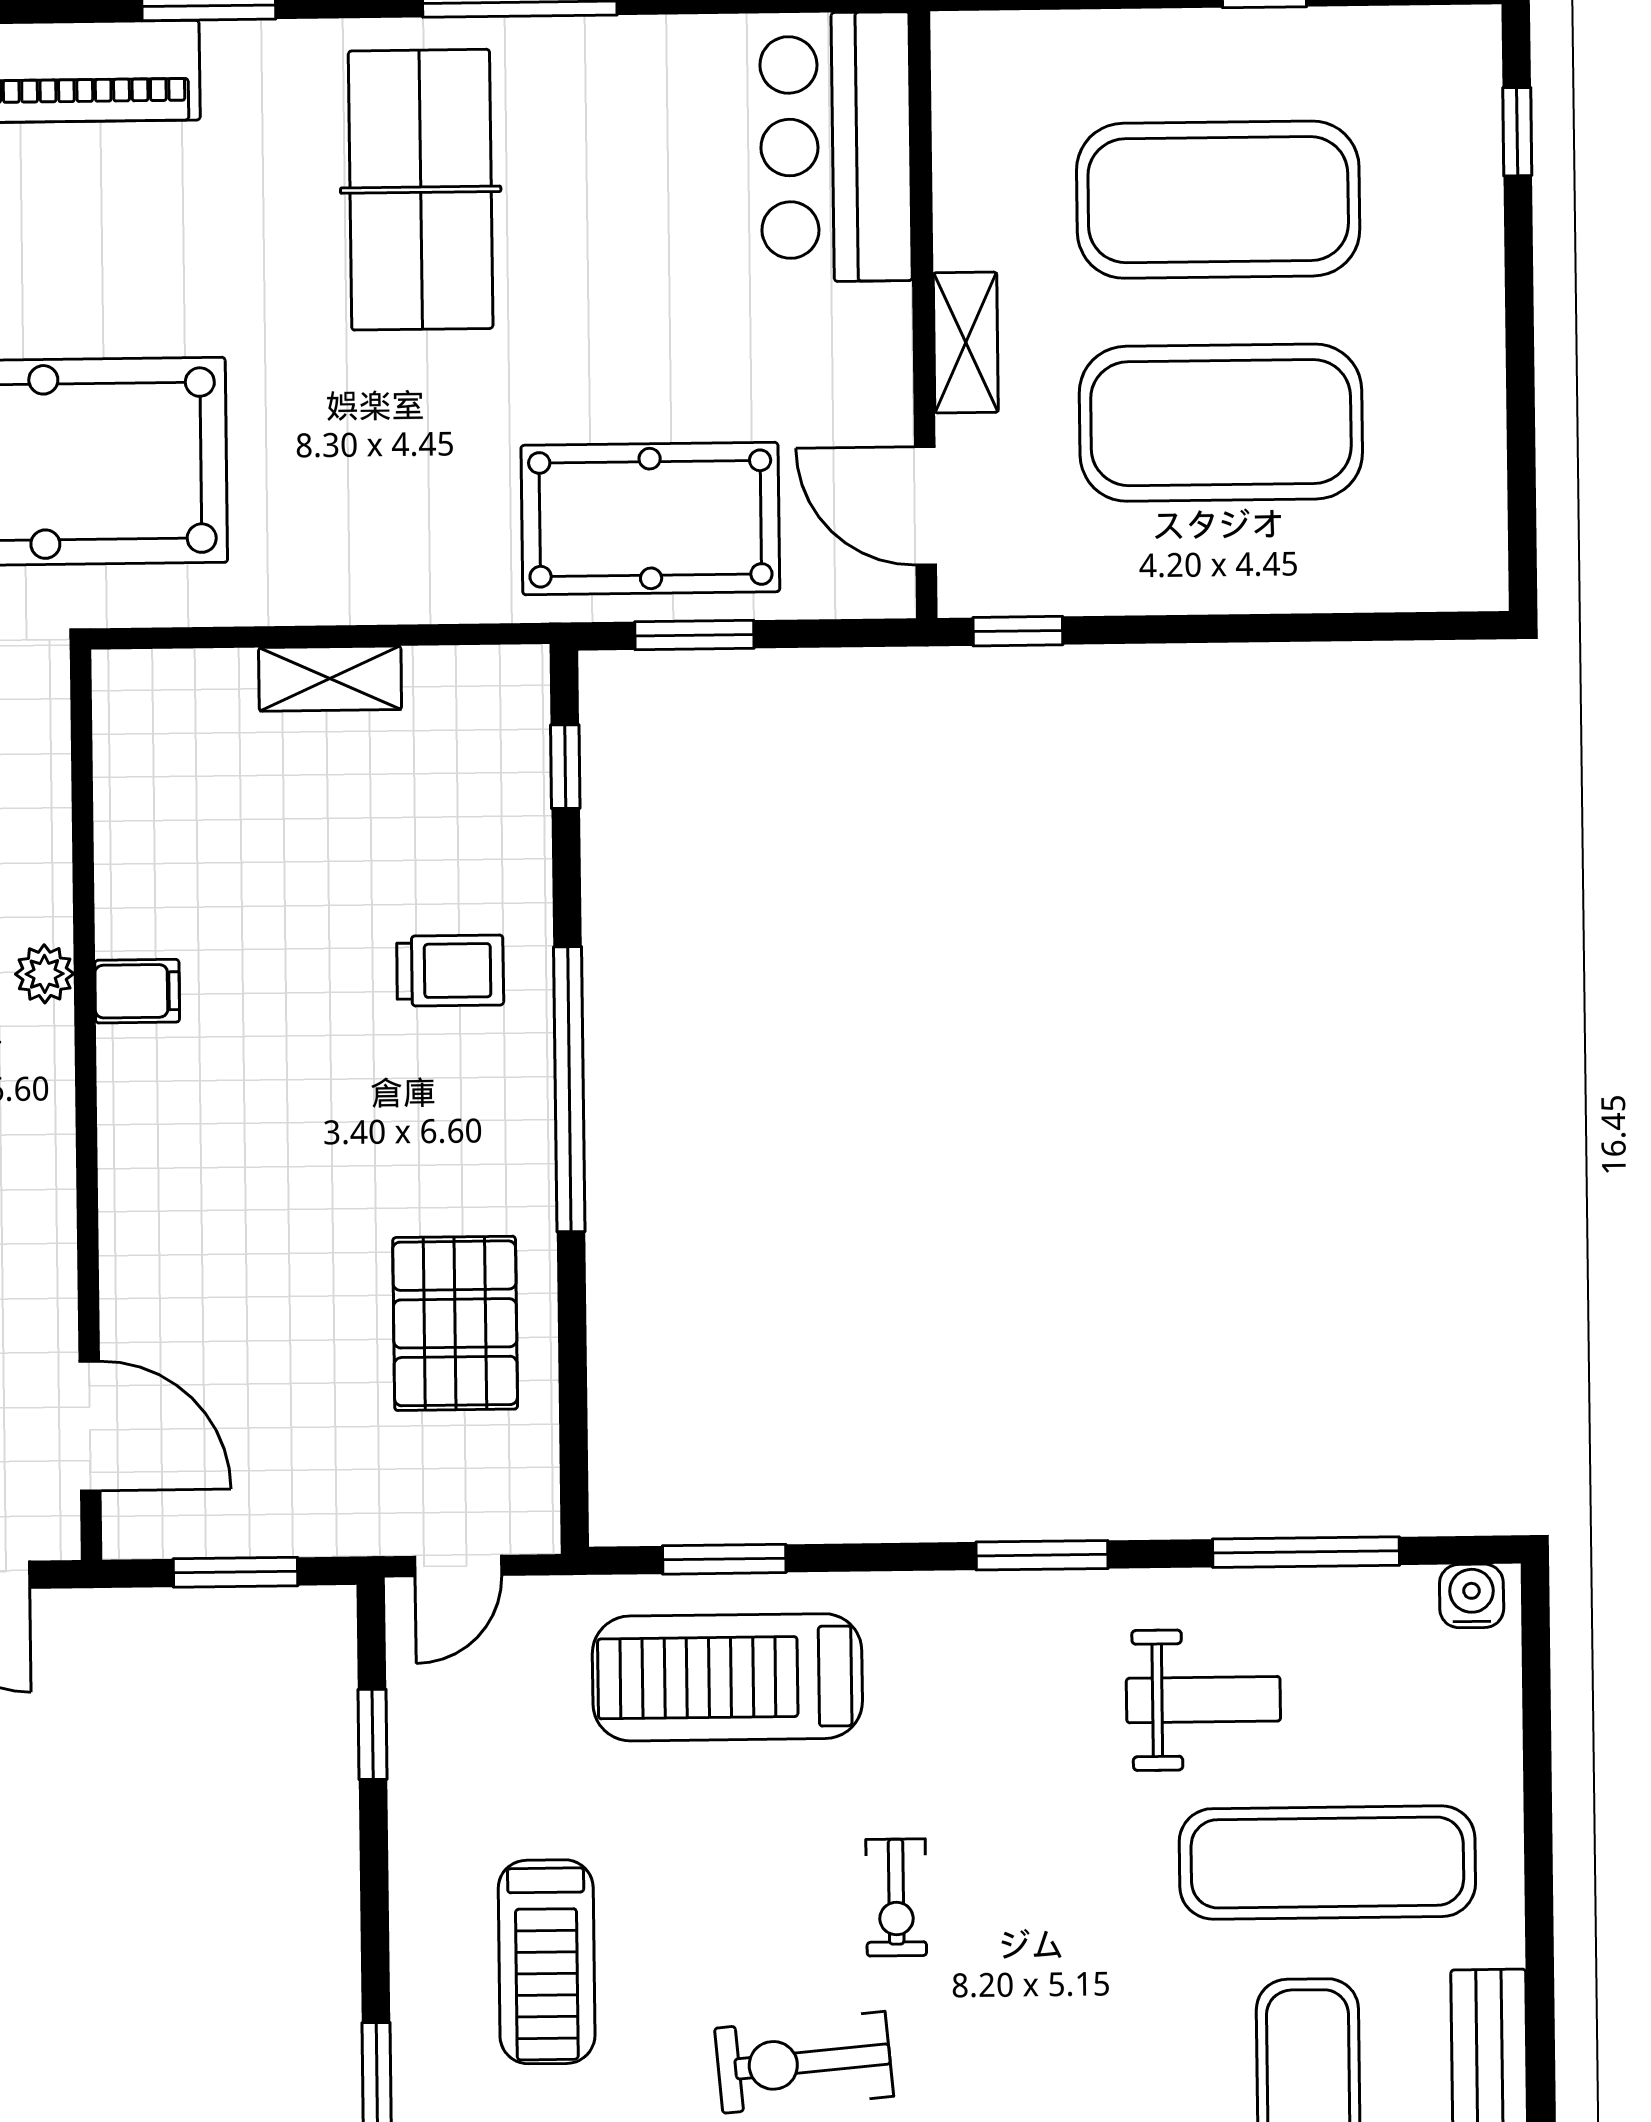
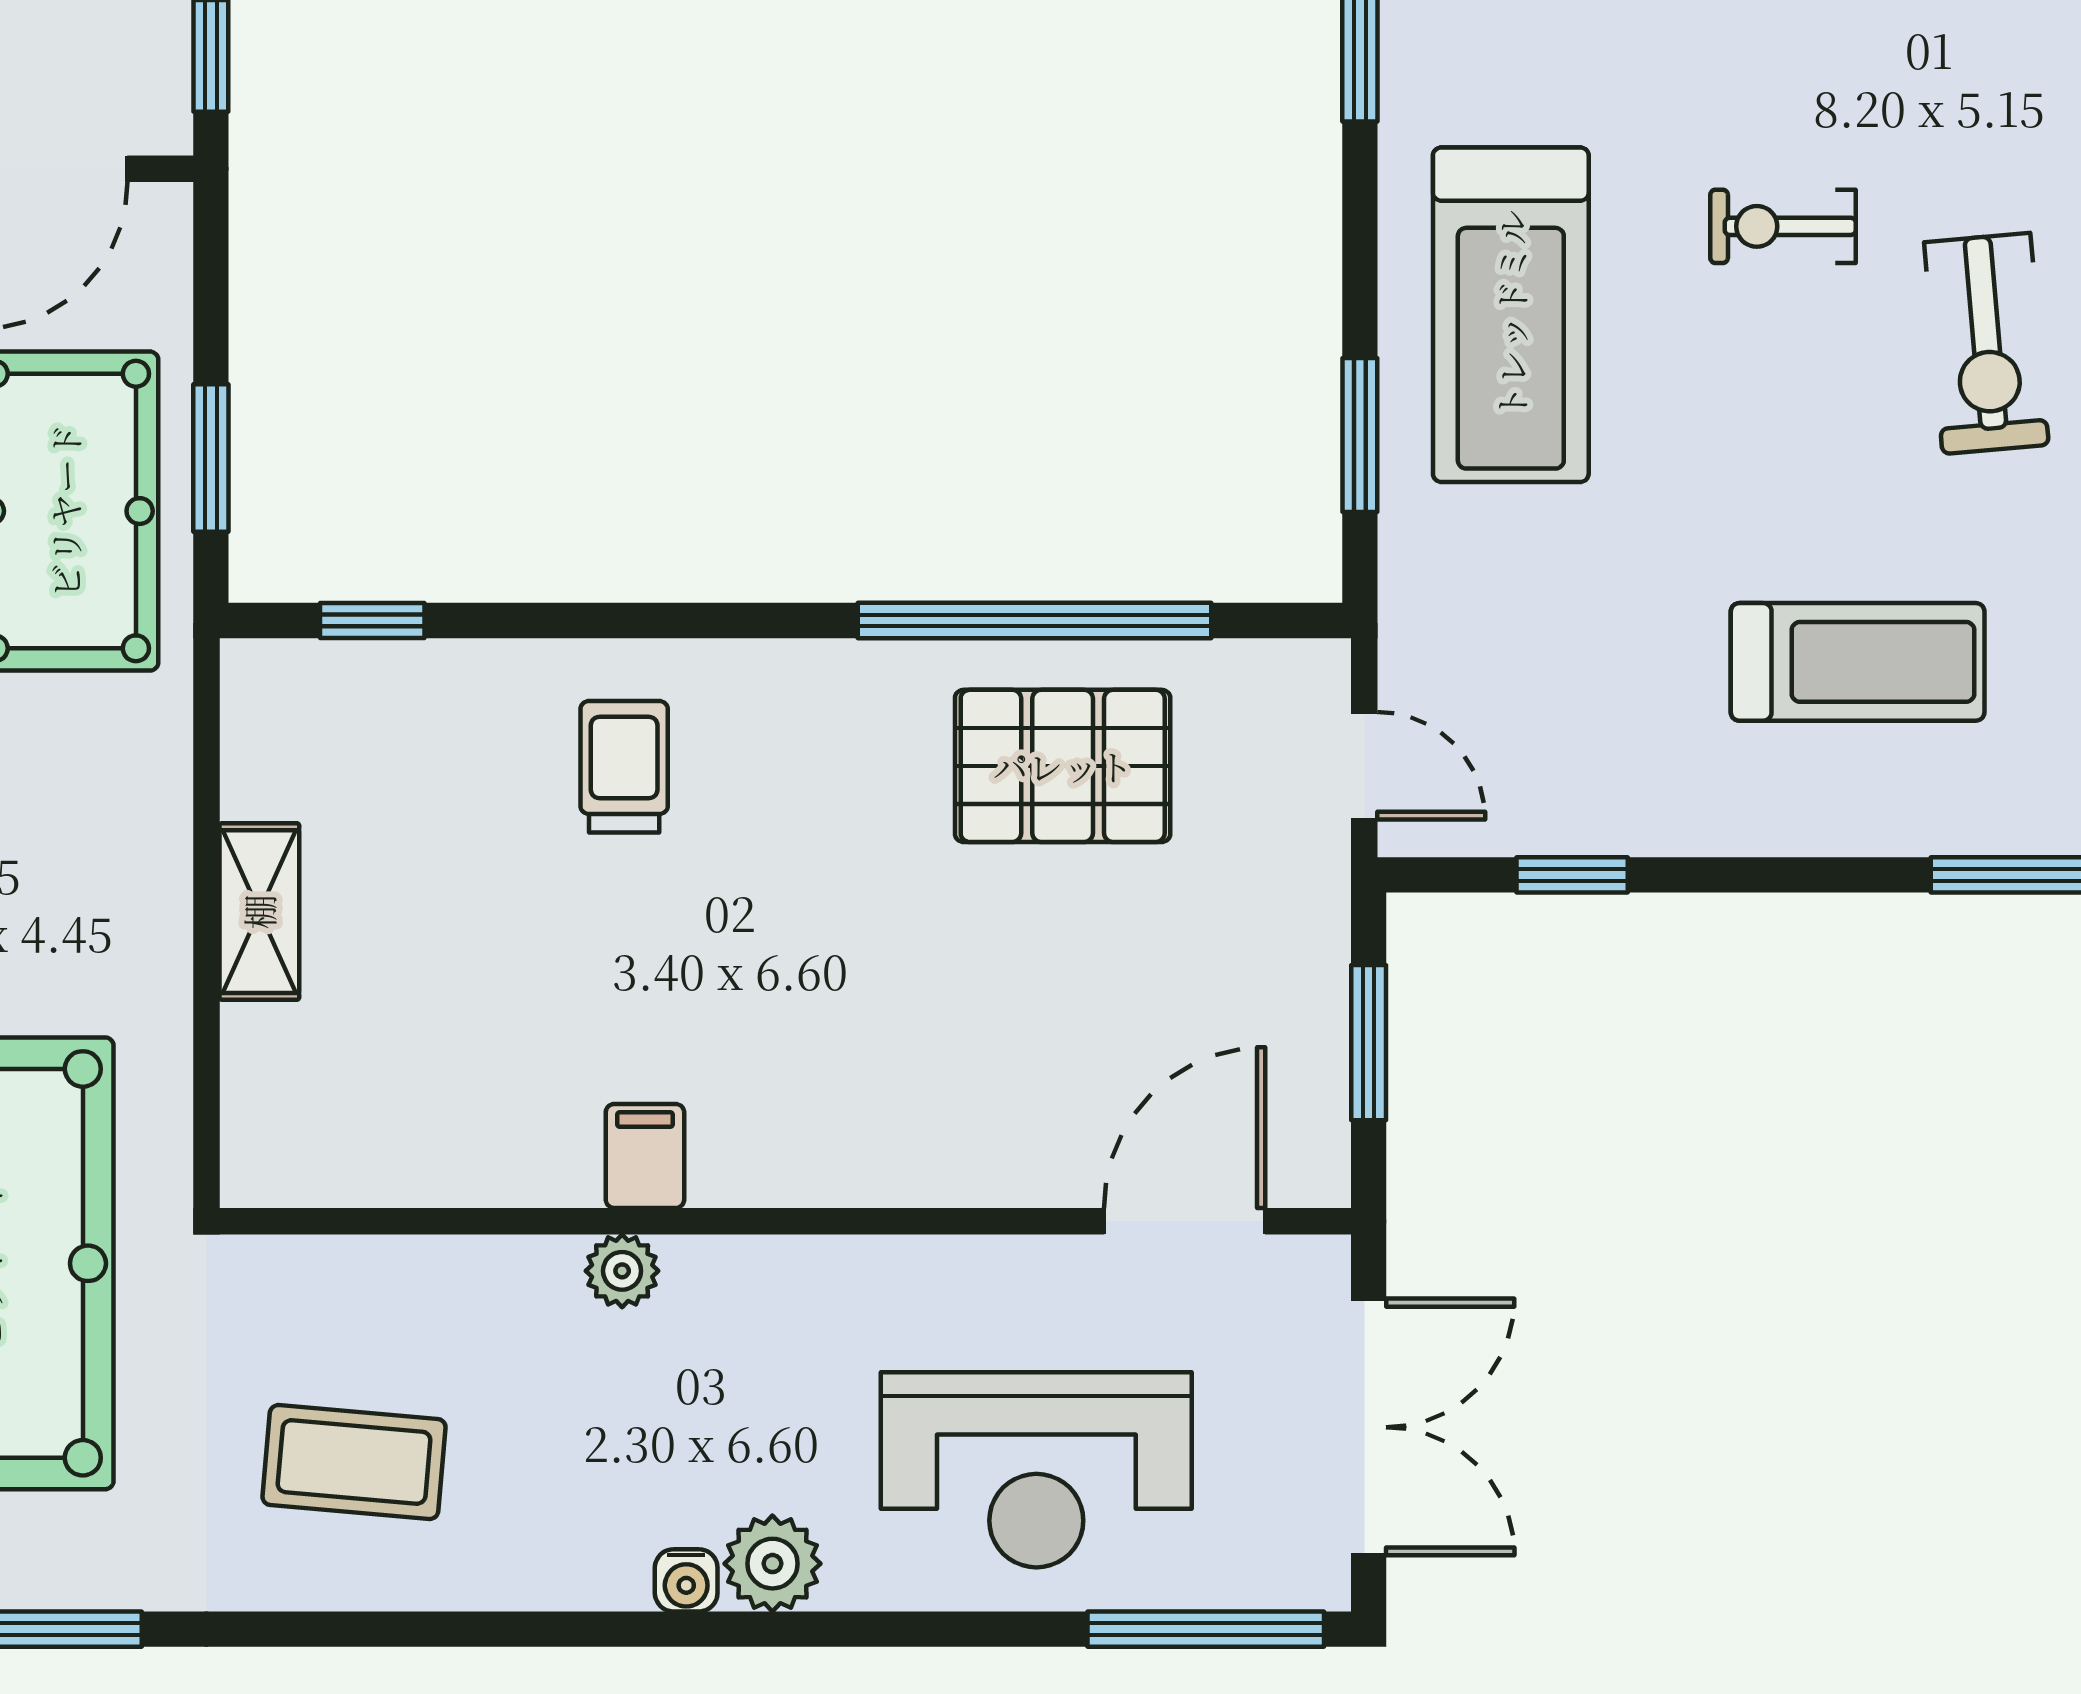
window: (569, 1089) -> (1034, 620), moved
treadmill: (727, 1677) -> (1511, 315), moved
exercise bike: (896, 1897) -> (1783, 226), turned 180

